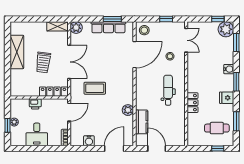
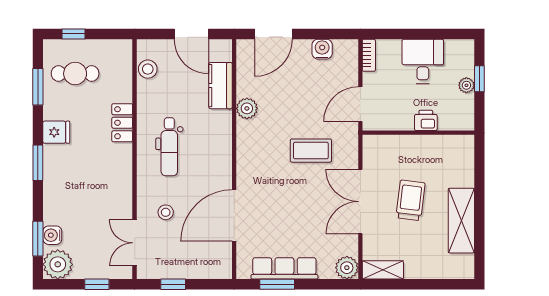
window: (218, 19) -> (97, 284), moved
stool: (144, 30) -> (148, 69), moved
water cooler: (229, 69) -> (52, 235), moved
locker: (53, 92) -> (391, 144), removed

